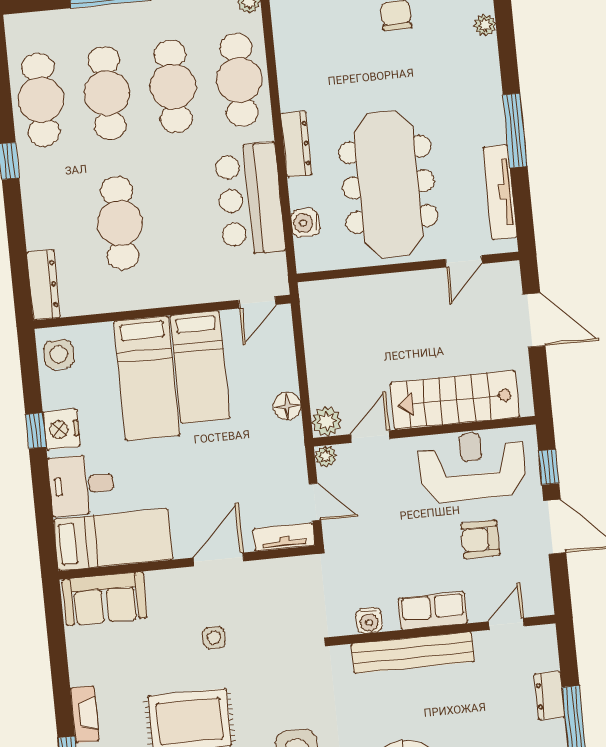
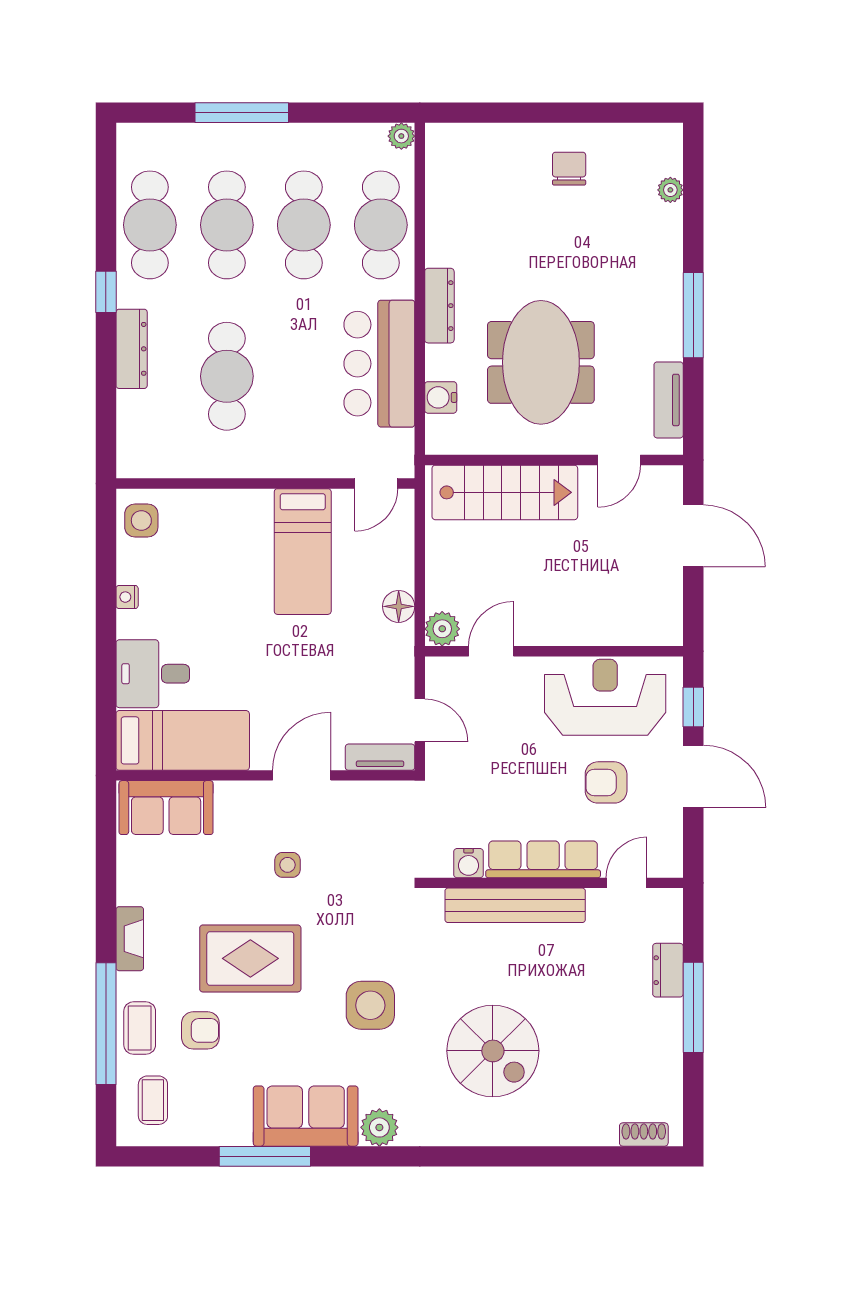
meeting table: (388, 184) -> (541, 362), width x0.73
tv unit: (500, 192) -> (669, 400), width x0.71
dresser: (43, 285) -> (132, 349), moved
bed: (147, 378) -> (240, 558), removed
stairs: (455, 400) -> (505, 492), moved, turned 180
nightstand: (61, 429) -> (127, 597), width x0.53, depth x0.56
window: (36, 431) -> (106, 606), removed
plant: (326, 456) -> (437, 669), removed
row of seats: (433, 611) -> (543, 859), width x1.48

